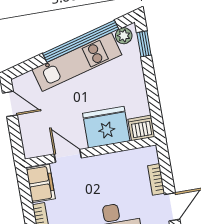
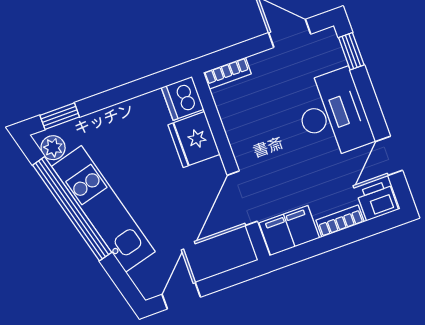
fridge: (106, 127) -> (194, 140), width x0.73, depth x0.75
door: (68, 156) -> (242, 198), width x1.38
bookcase: (156, 179) -> (227, 73), moved

